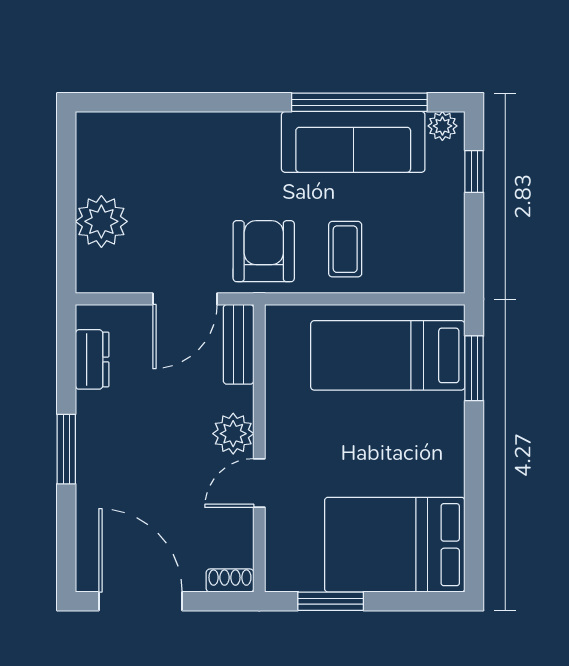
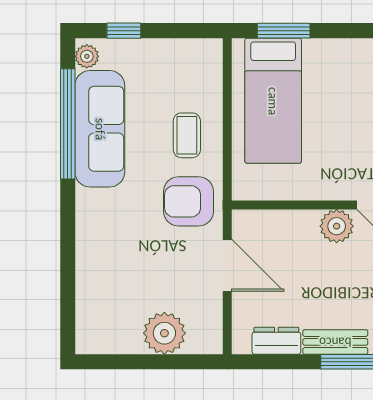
coffee table: (345, 249) -> (187, 135), turned 90
bench: (239, 344) -> (335, 342), moved

